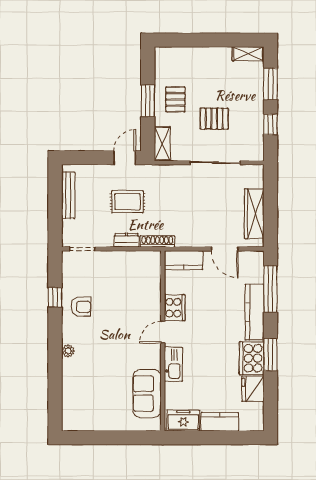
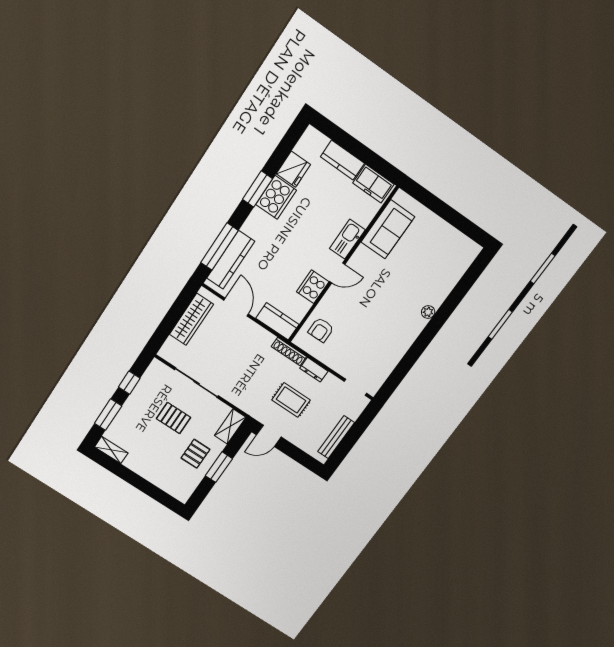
window: (55, 297) -> (406, 364), removed
armchair: (81, 307) -> (321, 330), moved, turned -90
kitchen counter: (254, 312) -> (231, 260), moved

